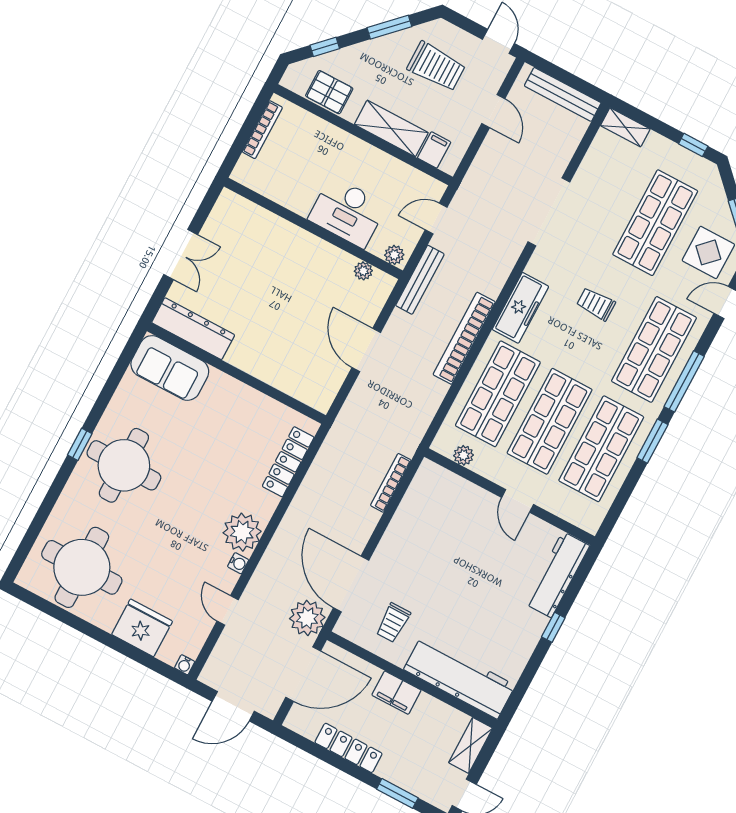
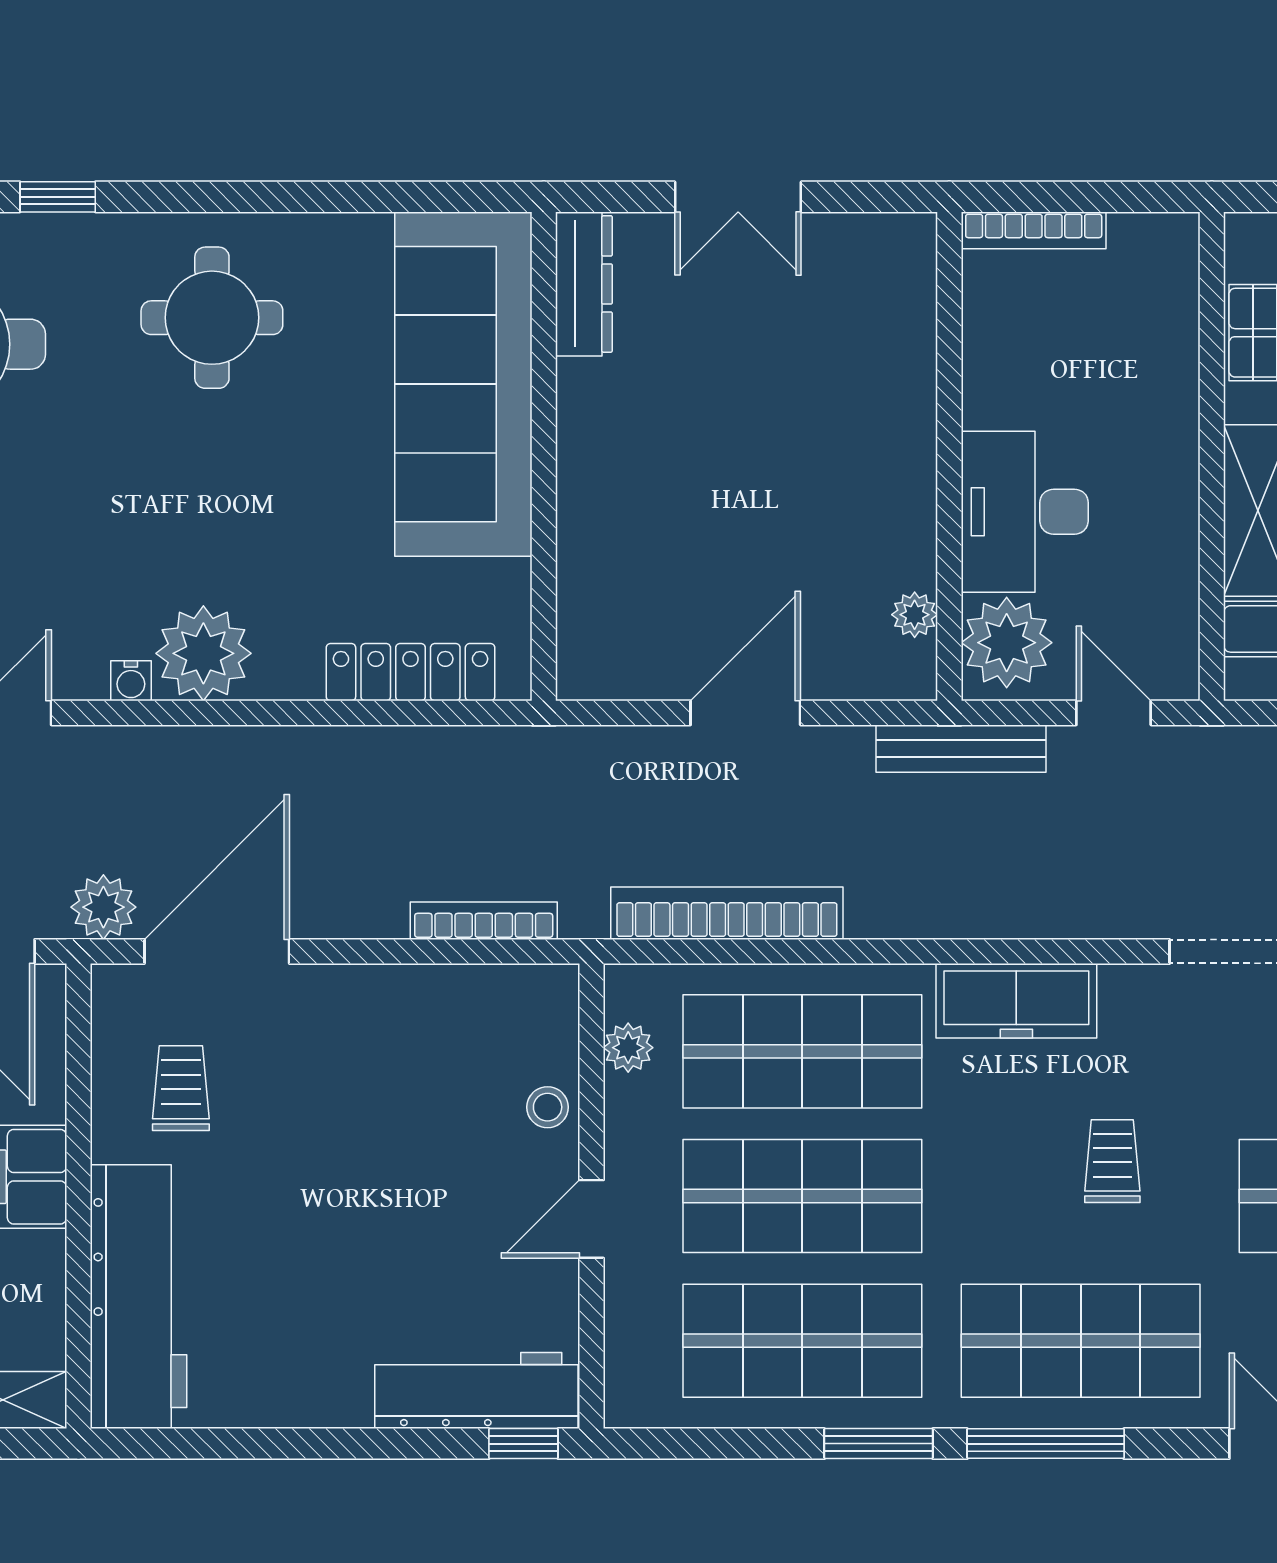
bookcase: (262, 130) -> (1034, 230), moved
plant: (394, 255) -> (1007, 643), width x1.87, depth x1.87
dresser: (193, 329) -> (584, 284), width x0.73, depth x0.80
bookcase: (464, 338) -> (727, 913), moved
sofa: (170, 368) -> (463, 384), width x1.85, depth x1.27
window: (80, 444) -> (58, 197), moved
round table: (124, 465) -> (212, 318), width x0.73, depth x0.73
stool: (469, 495) -> (548, 1107), added
plant: (307, 618) -> (103, 907), width x0.73, depth x0.73
trolley: (393, 623) -> (181, 1088), turned 90
window: (553, 627) -> (523, 1444), moved

